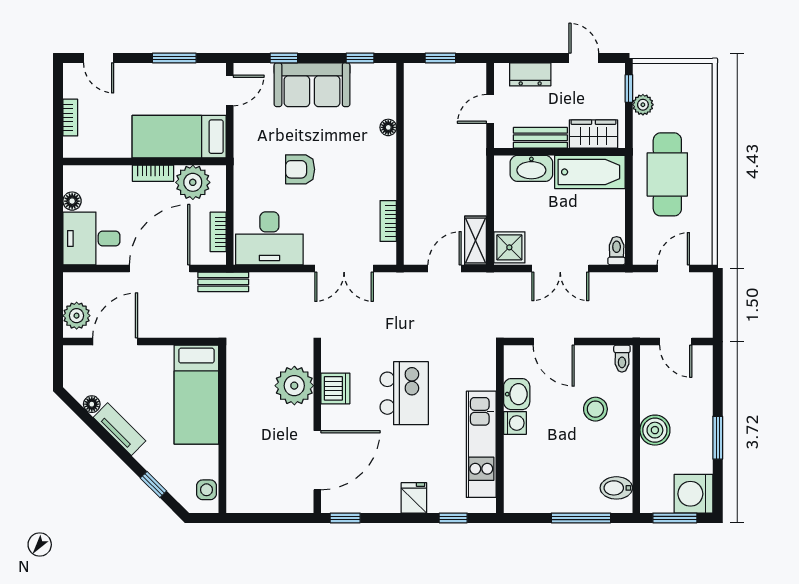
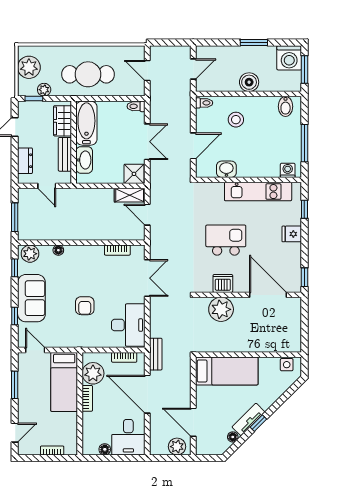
window: (440, 58) -> (15, 217), width x1.50
plant: (678, 81) -> (29, 67), added
plant: (383, 82) -> (30, 254), added
washing machine: (515, 423) -> (288, 170), moved
window: (153, 484) -> (258, 423), moved
window: (581, 518) -> (304, 143), moved

